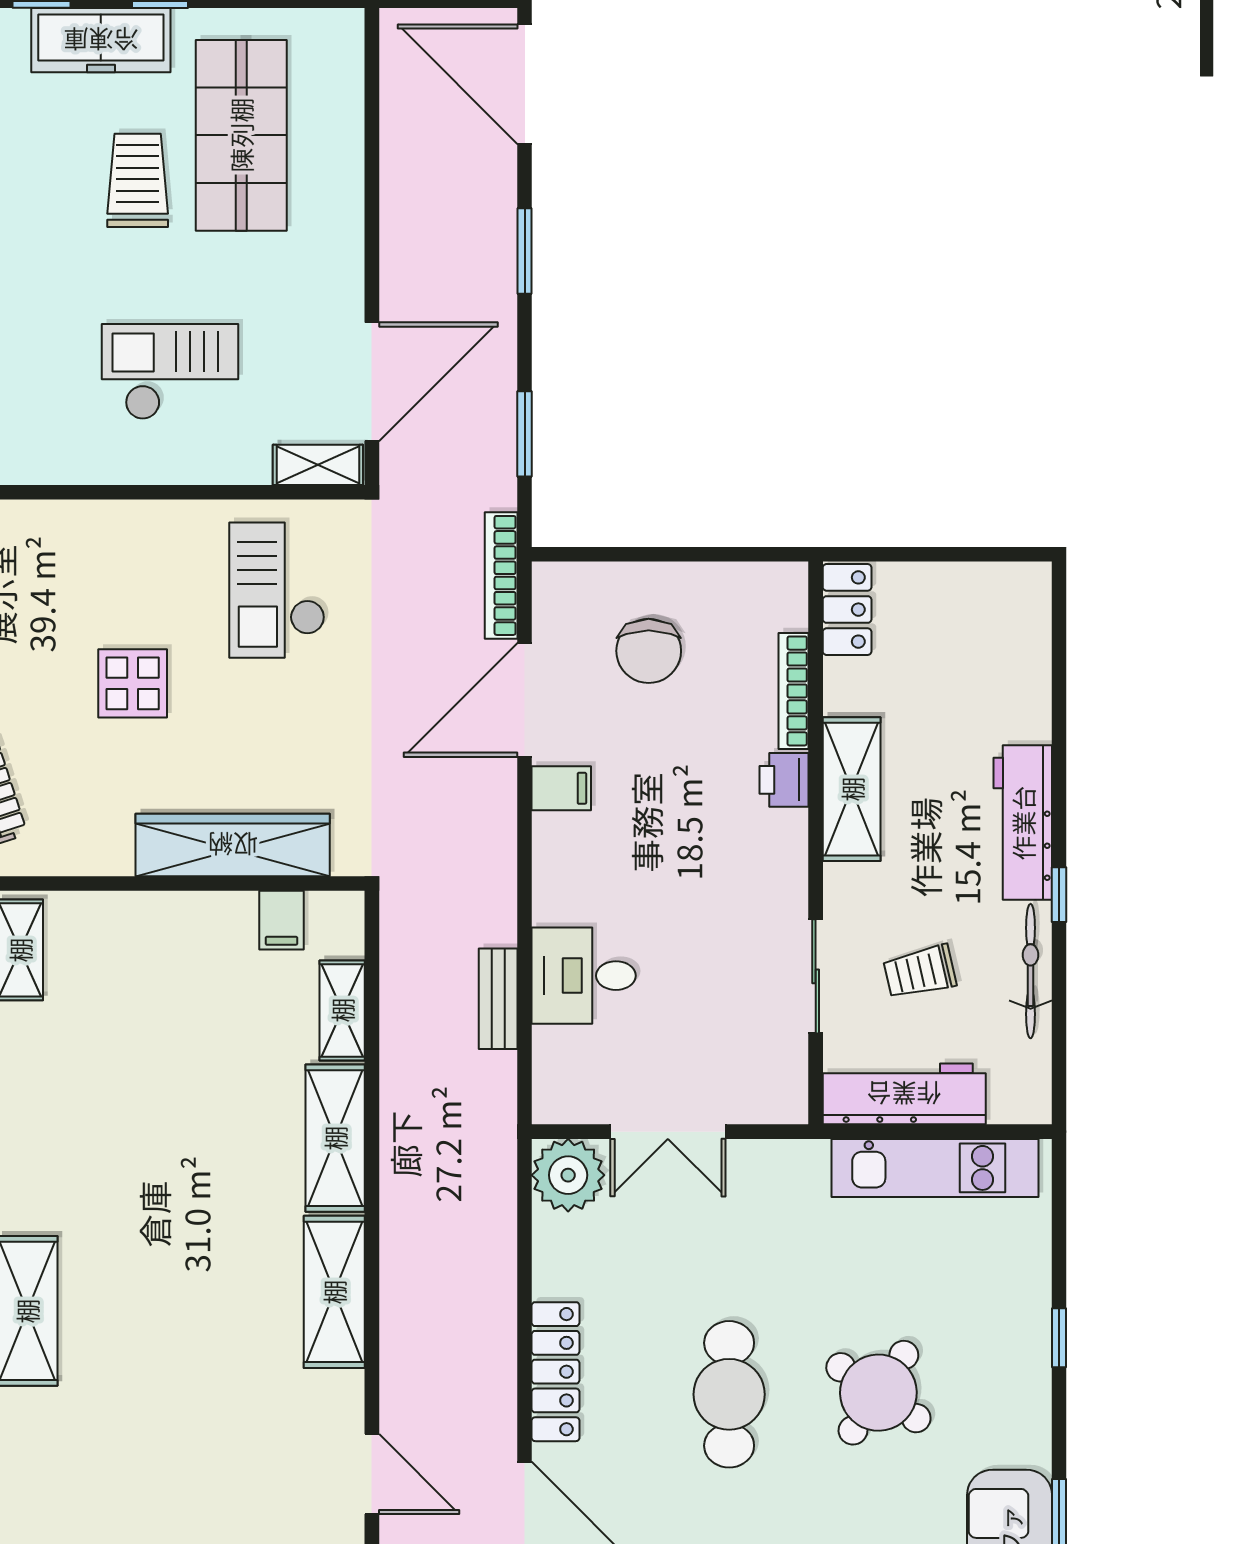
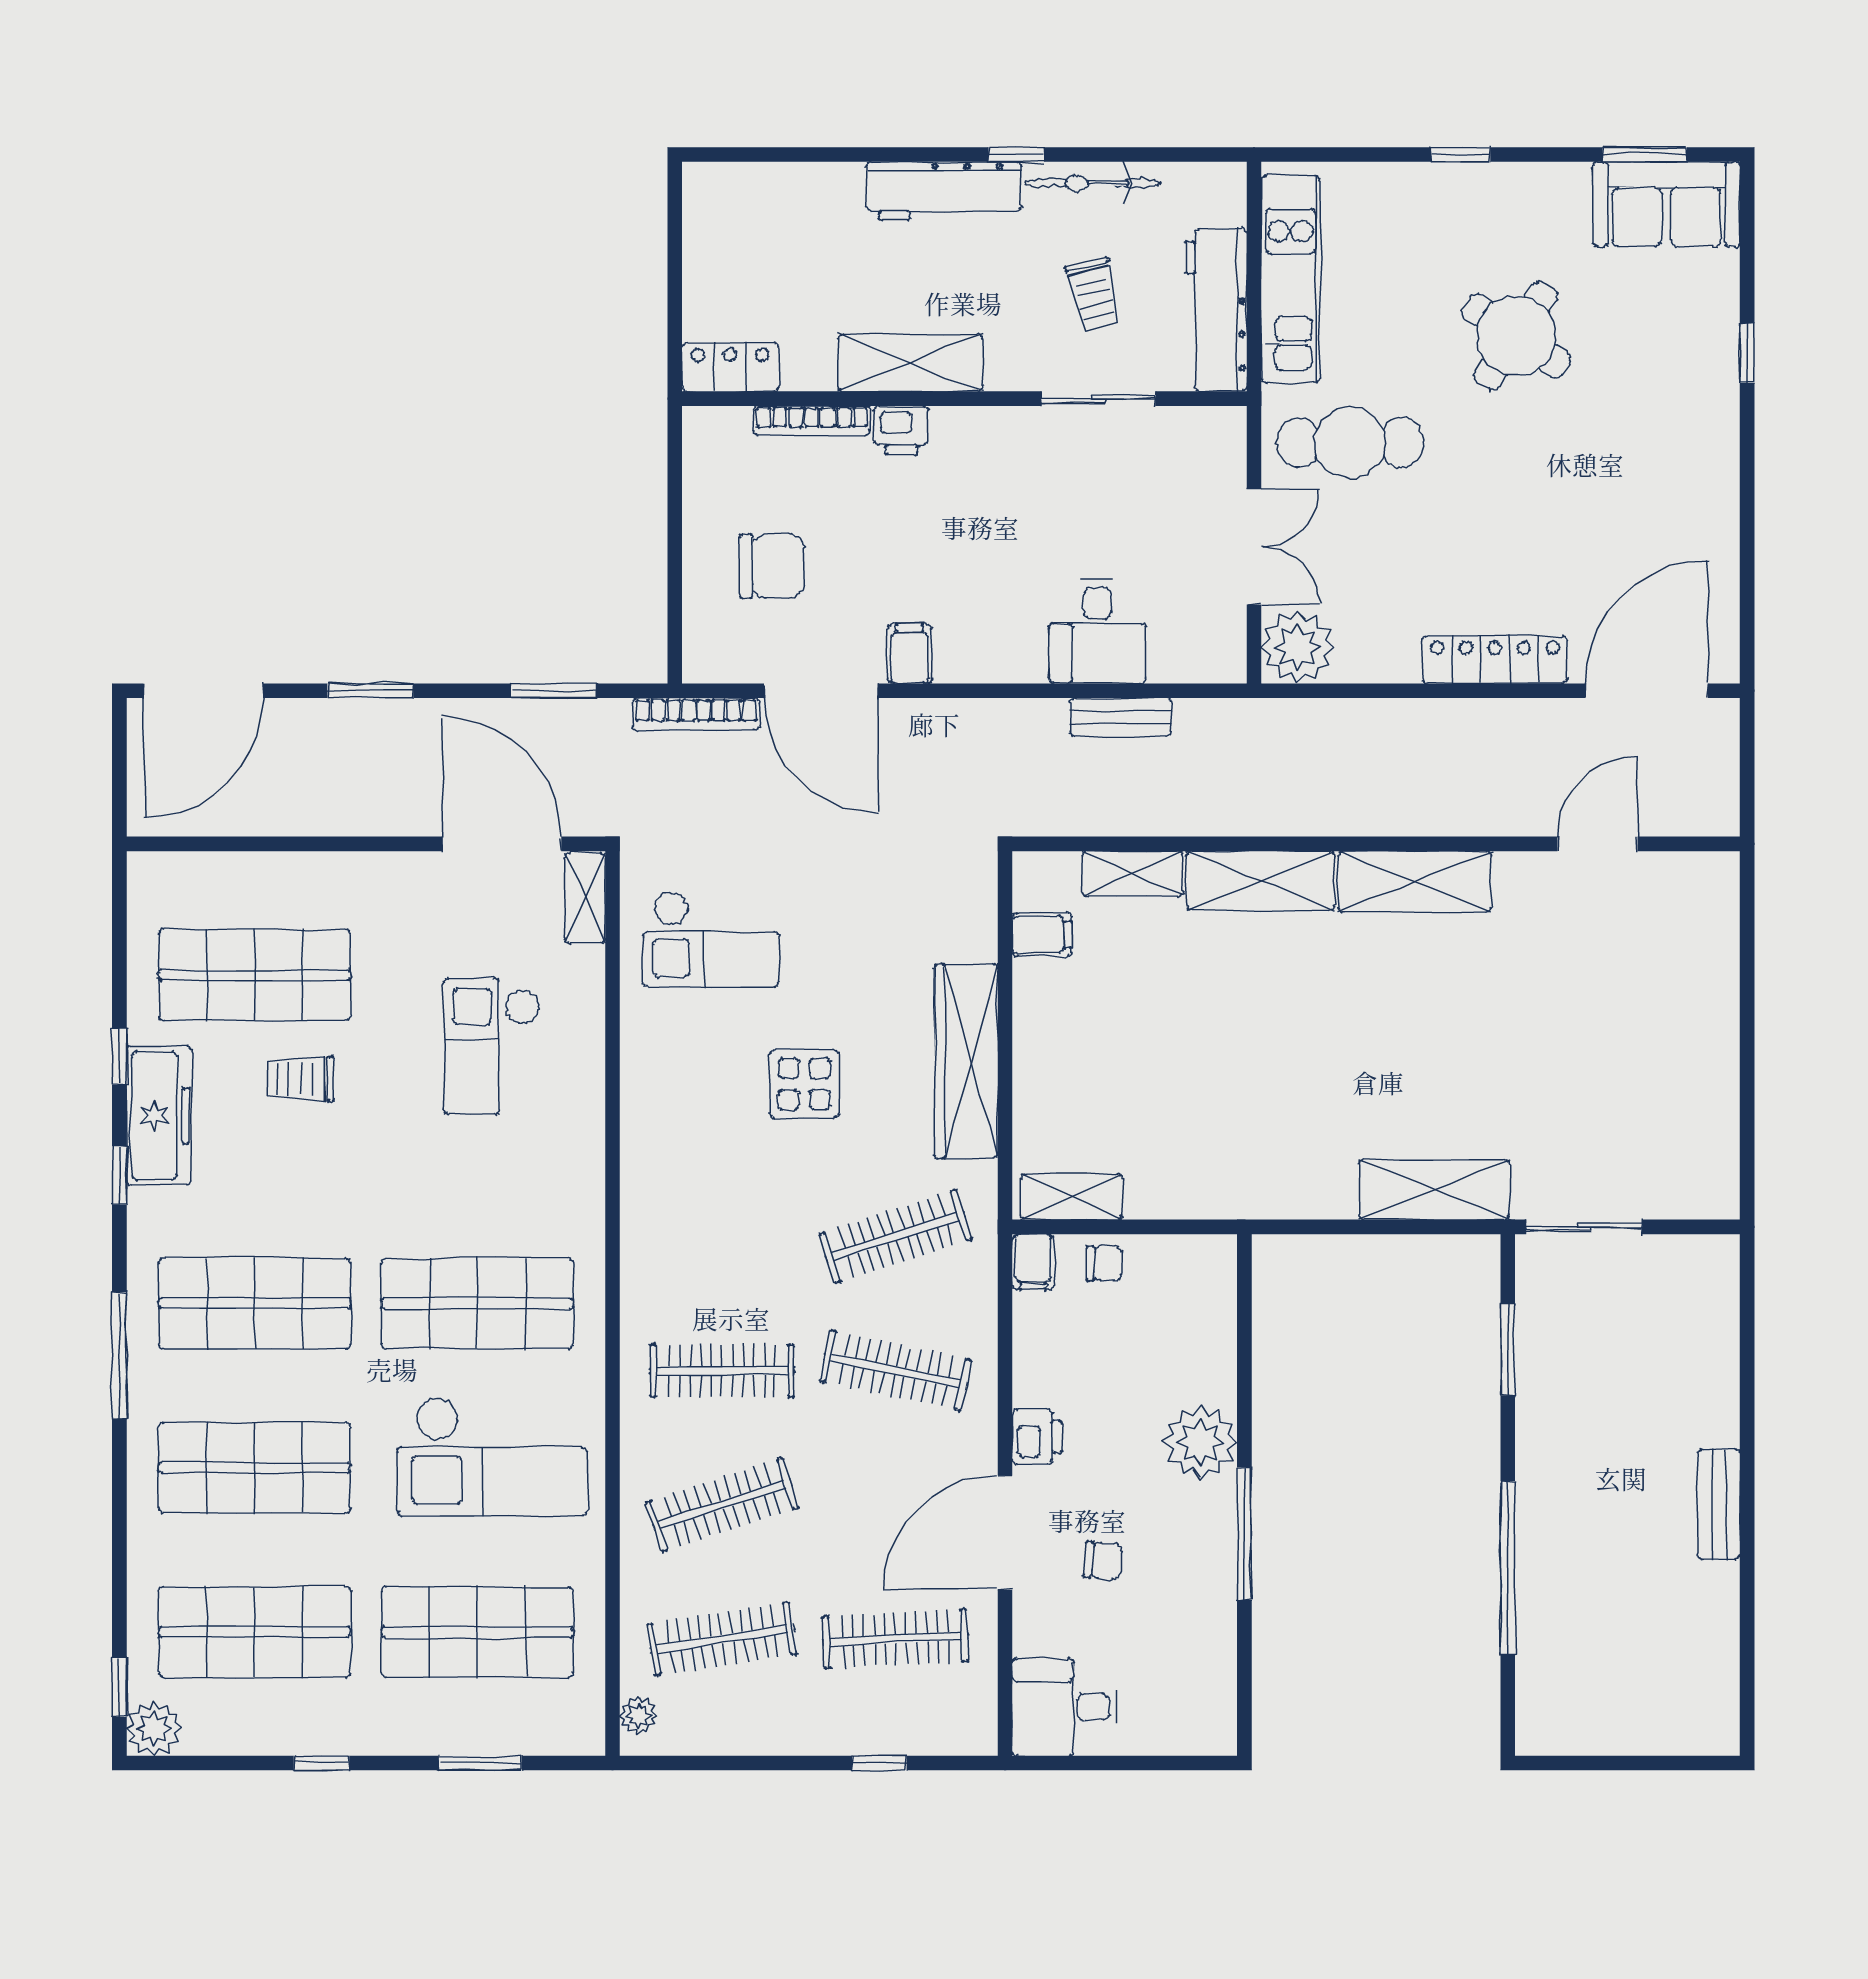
trolley: (138, 180) -> (300, 1079), width x0.73, depth x0.72
wardrobe: (233, 845) -> (966, 1061), moved
cafe table: (729, 1394) -> (1350, 443), moved

